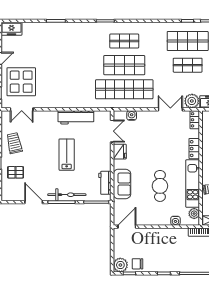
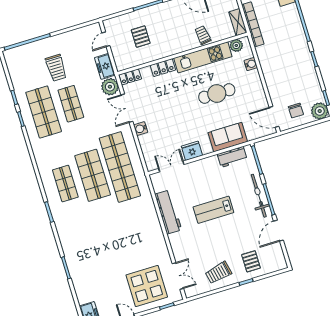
water cooler: (132, 116) -> (141, 129), moved
chair: (138, 264) -> (296, 111), moved

